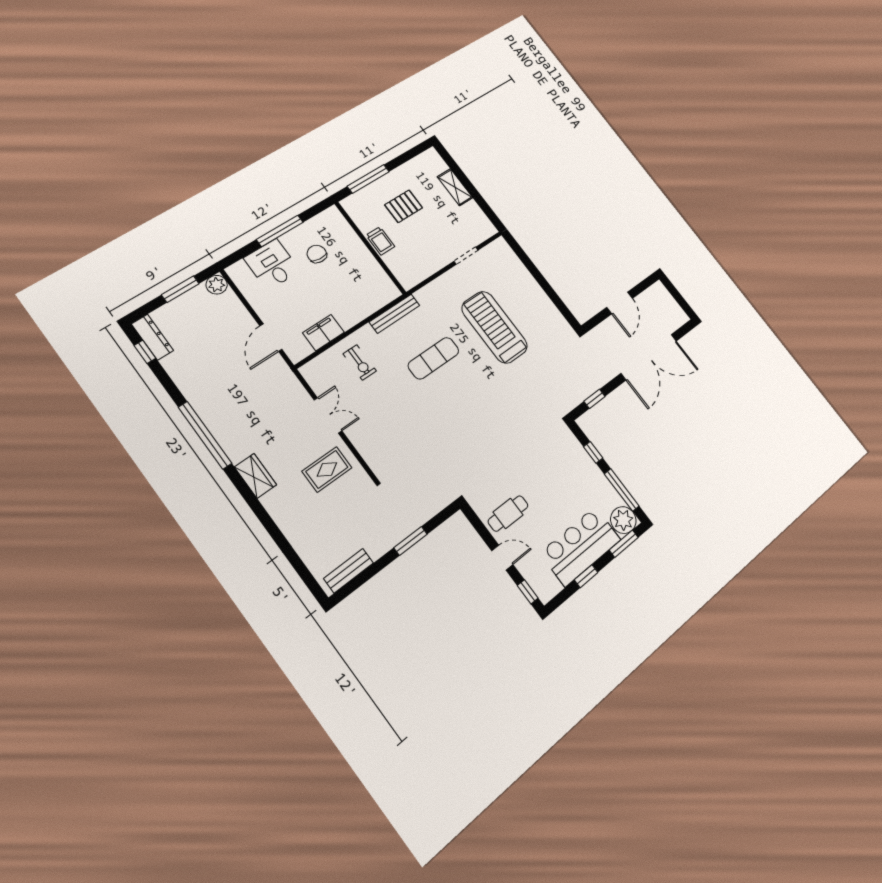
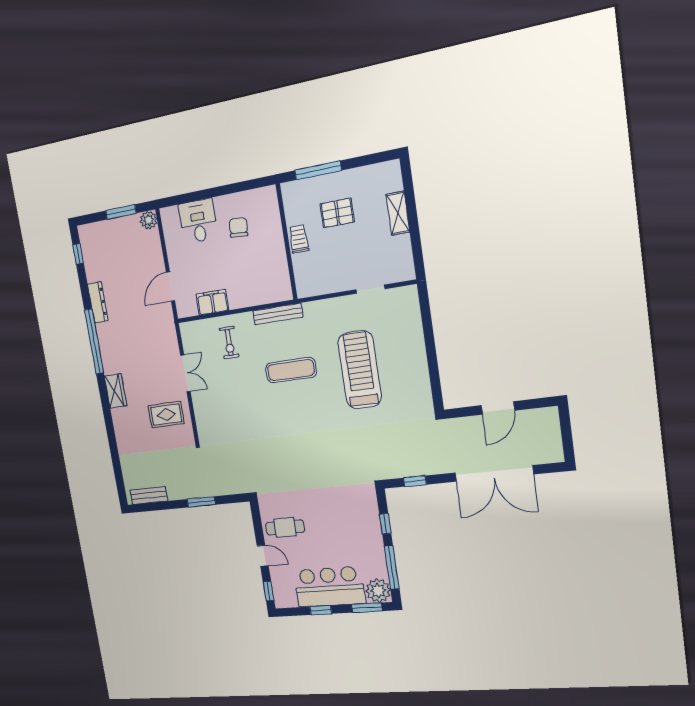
window: (280, 231) -> (218, 192), removed
trolley: (380, 241) -> (299, 239), turned 180
dresser: (152, 337) -> (98, 302), moved

